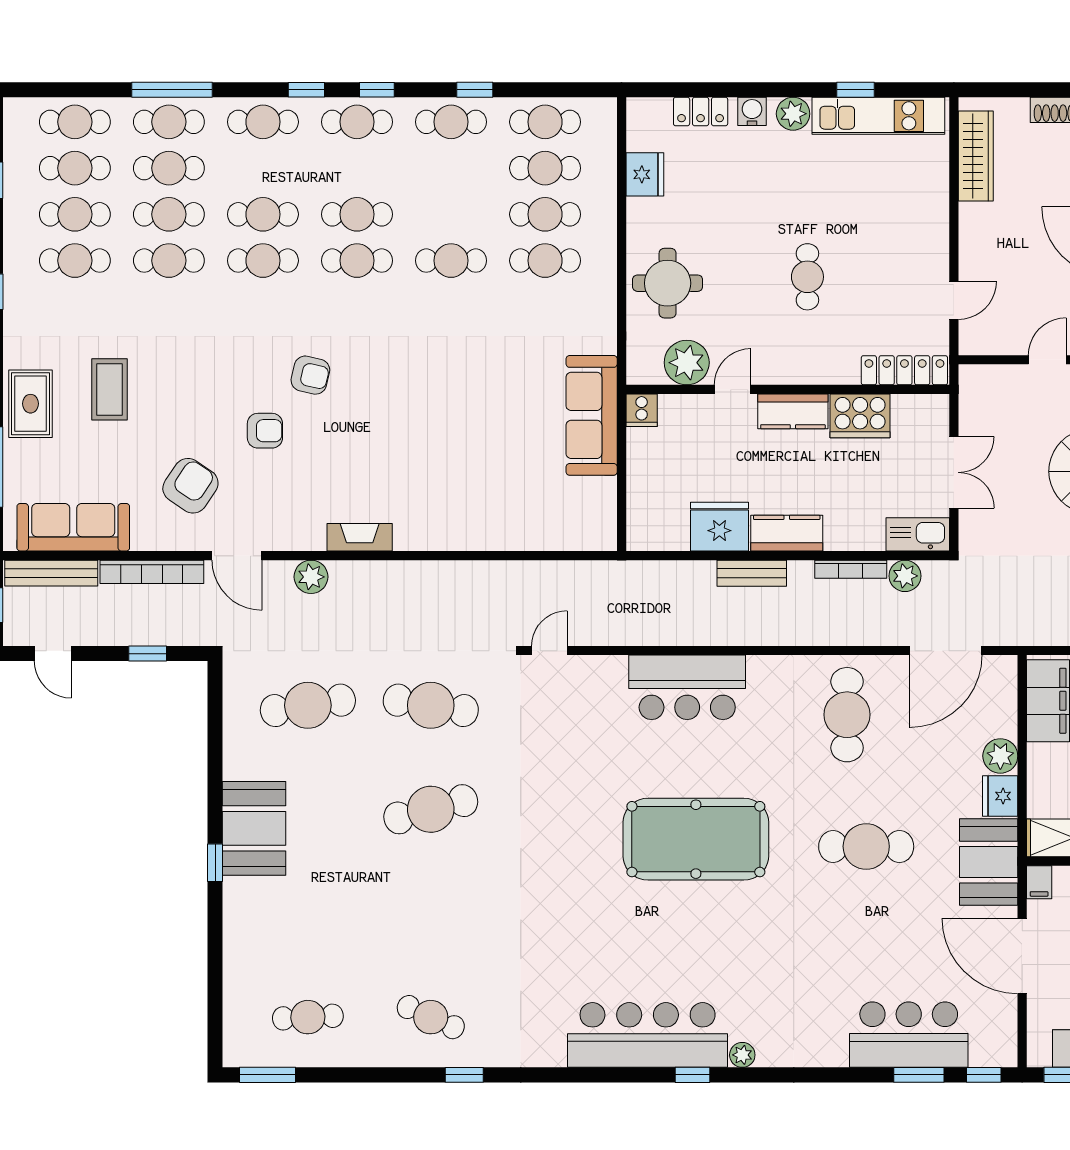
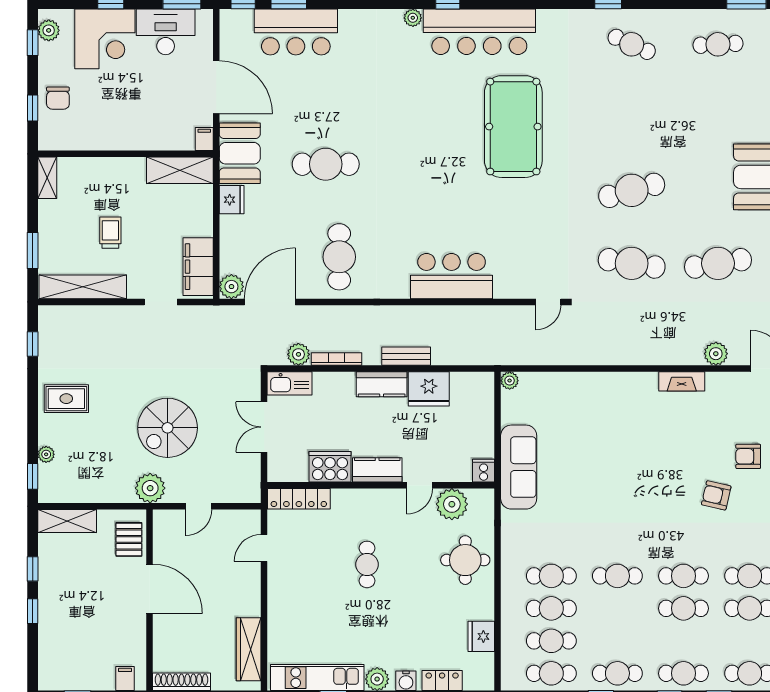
plant: (605, 539) -> (510, 381), added
plant: (1000, 756) -> (231, 287), moved
pool table: (696, 839) -> (513, 127), moved, turned 90

